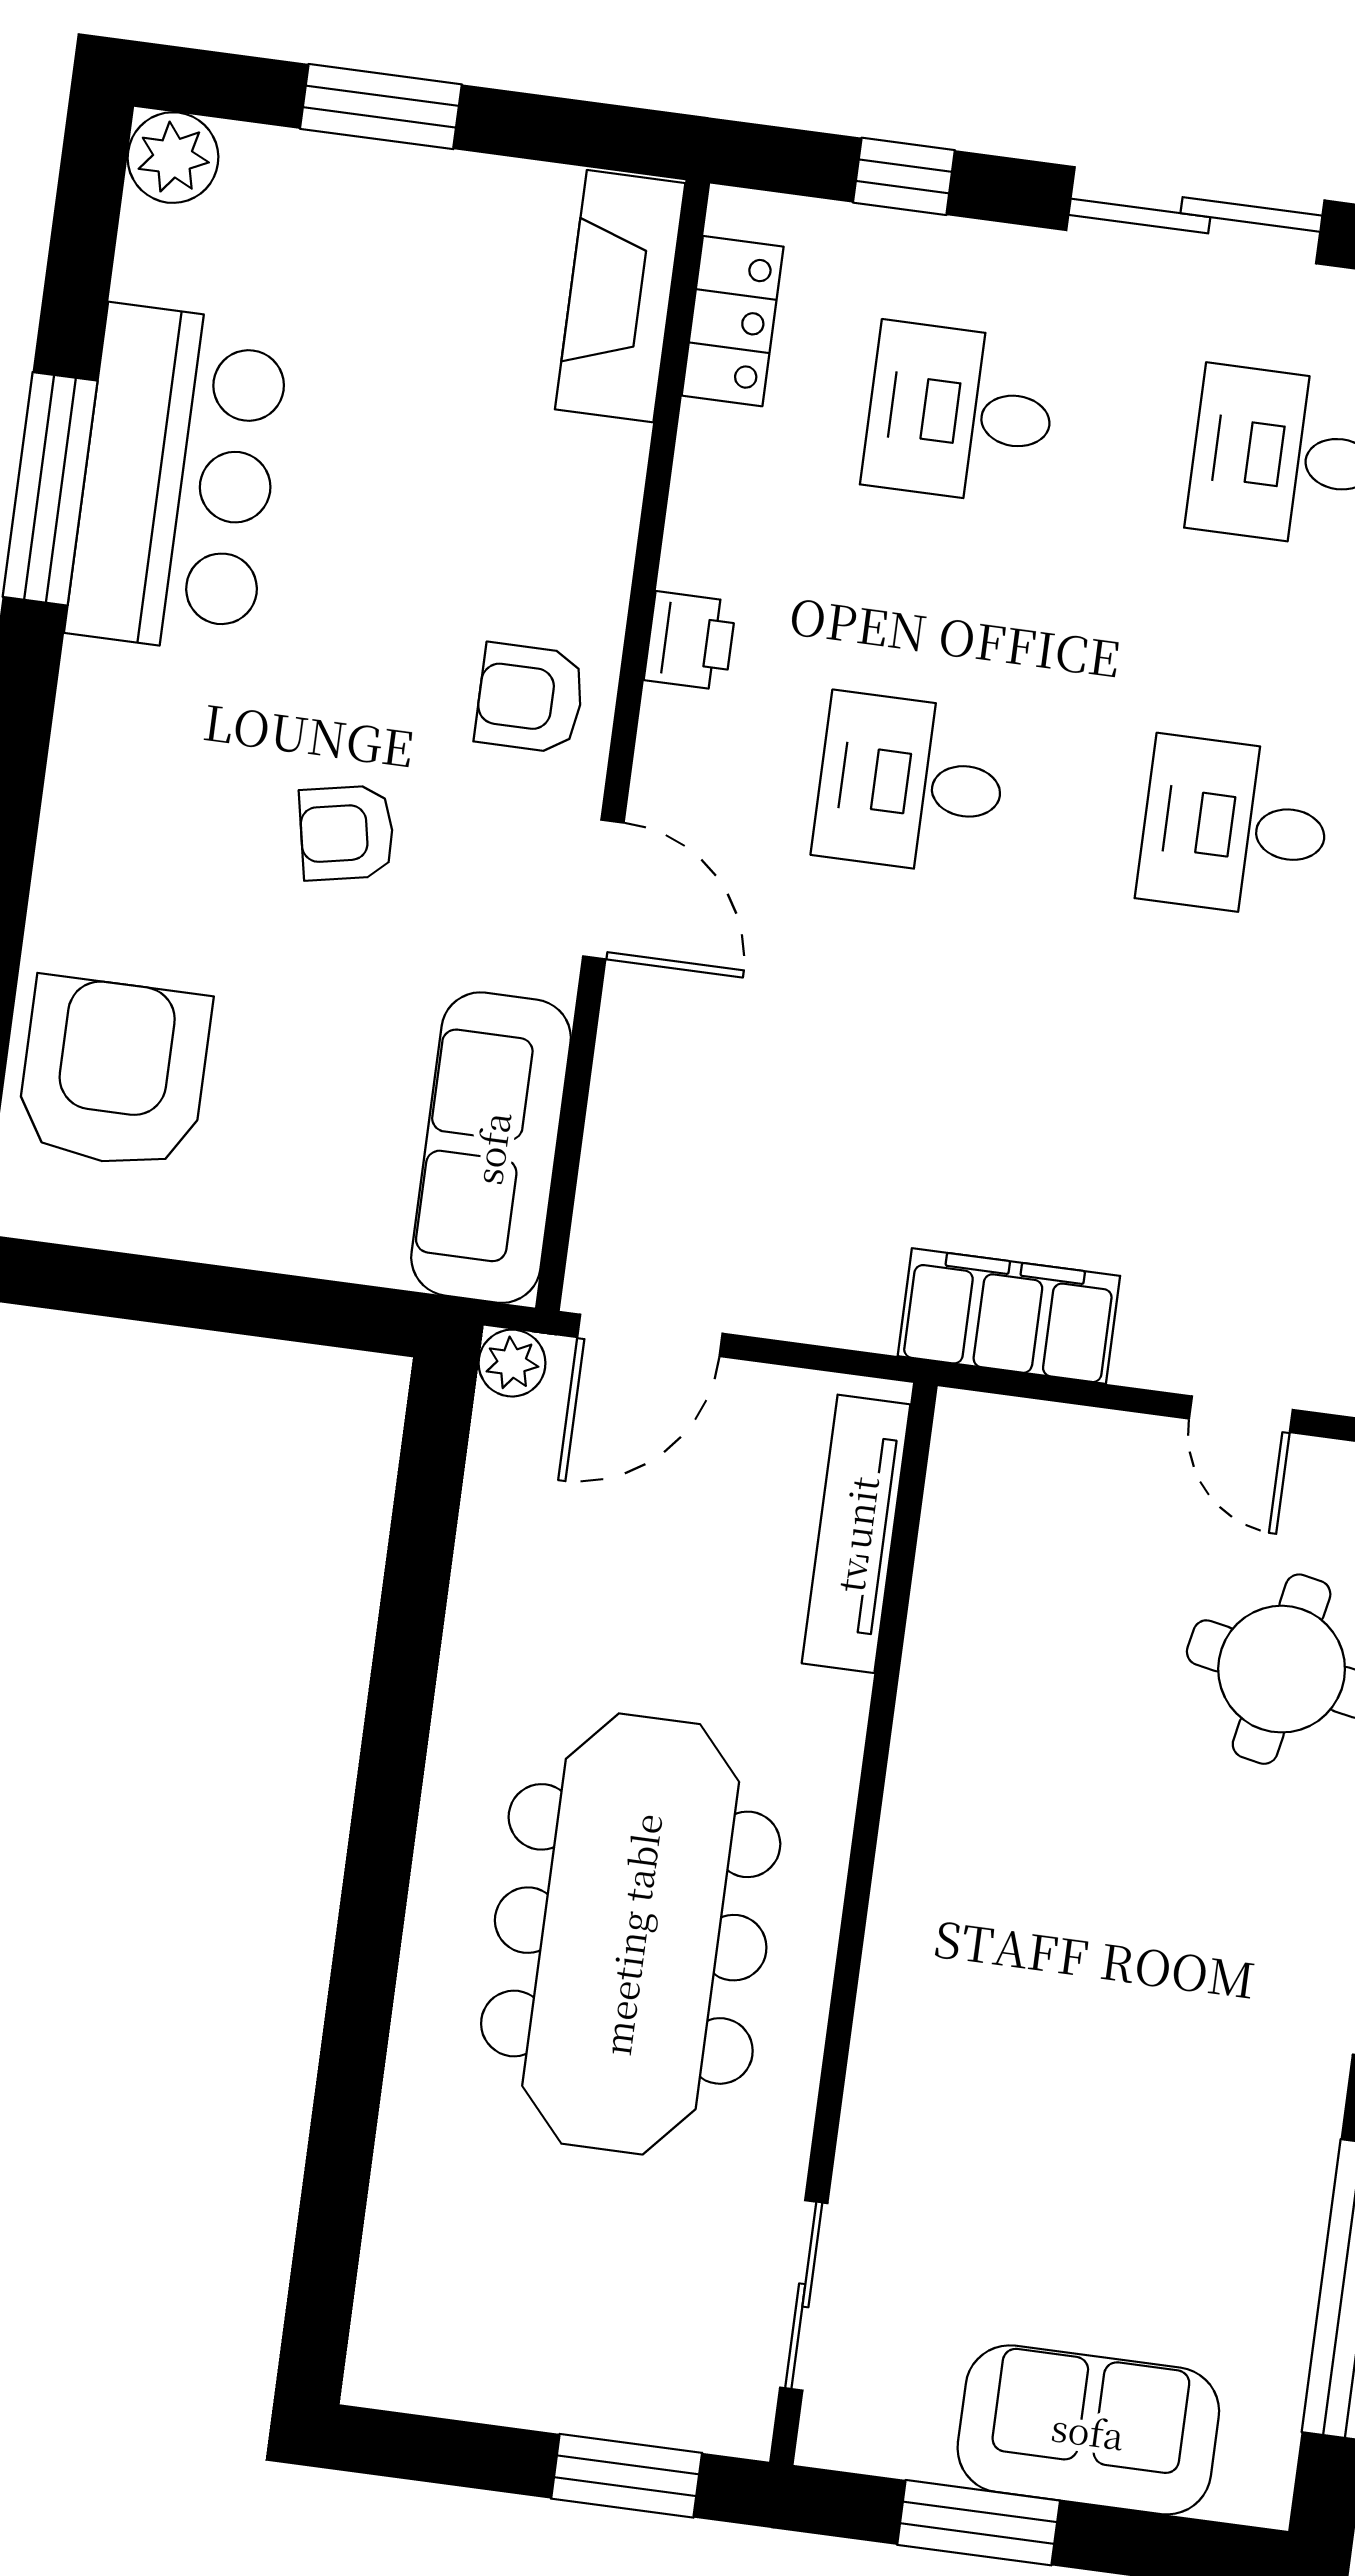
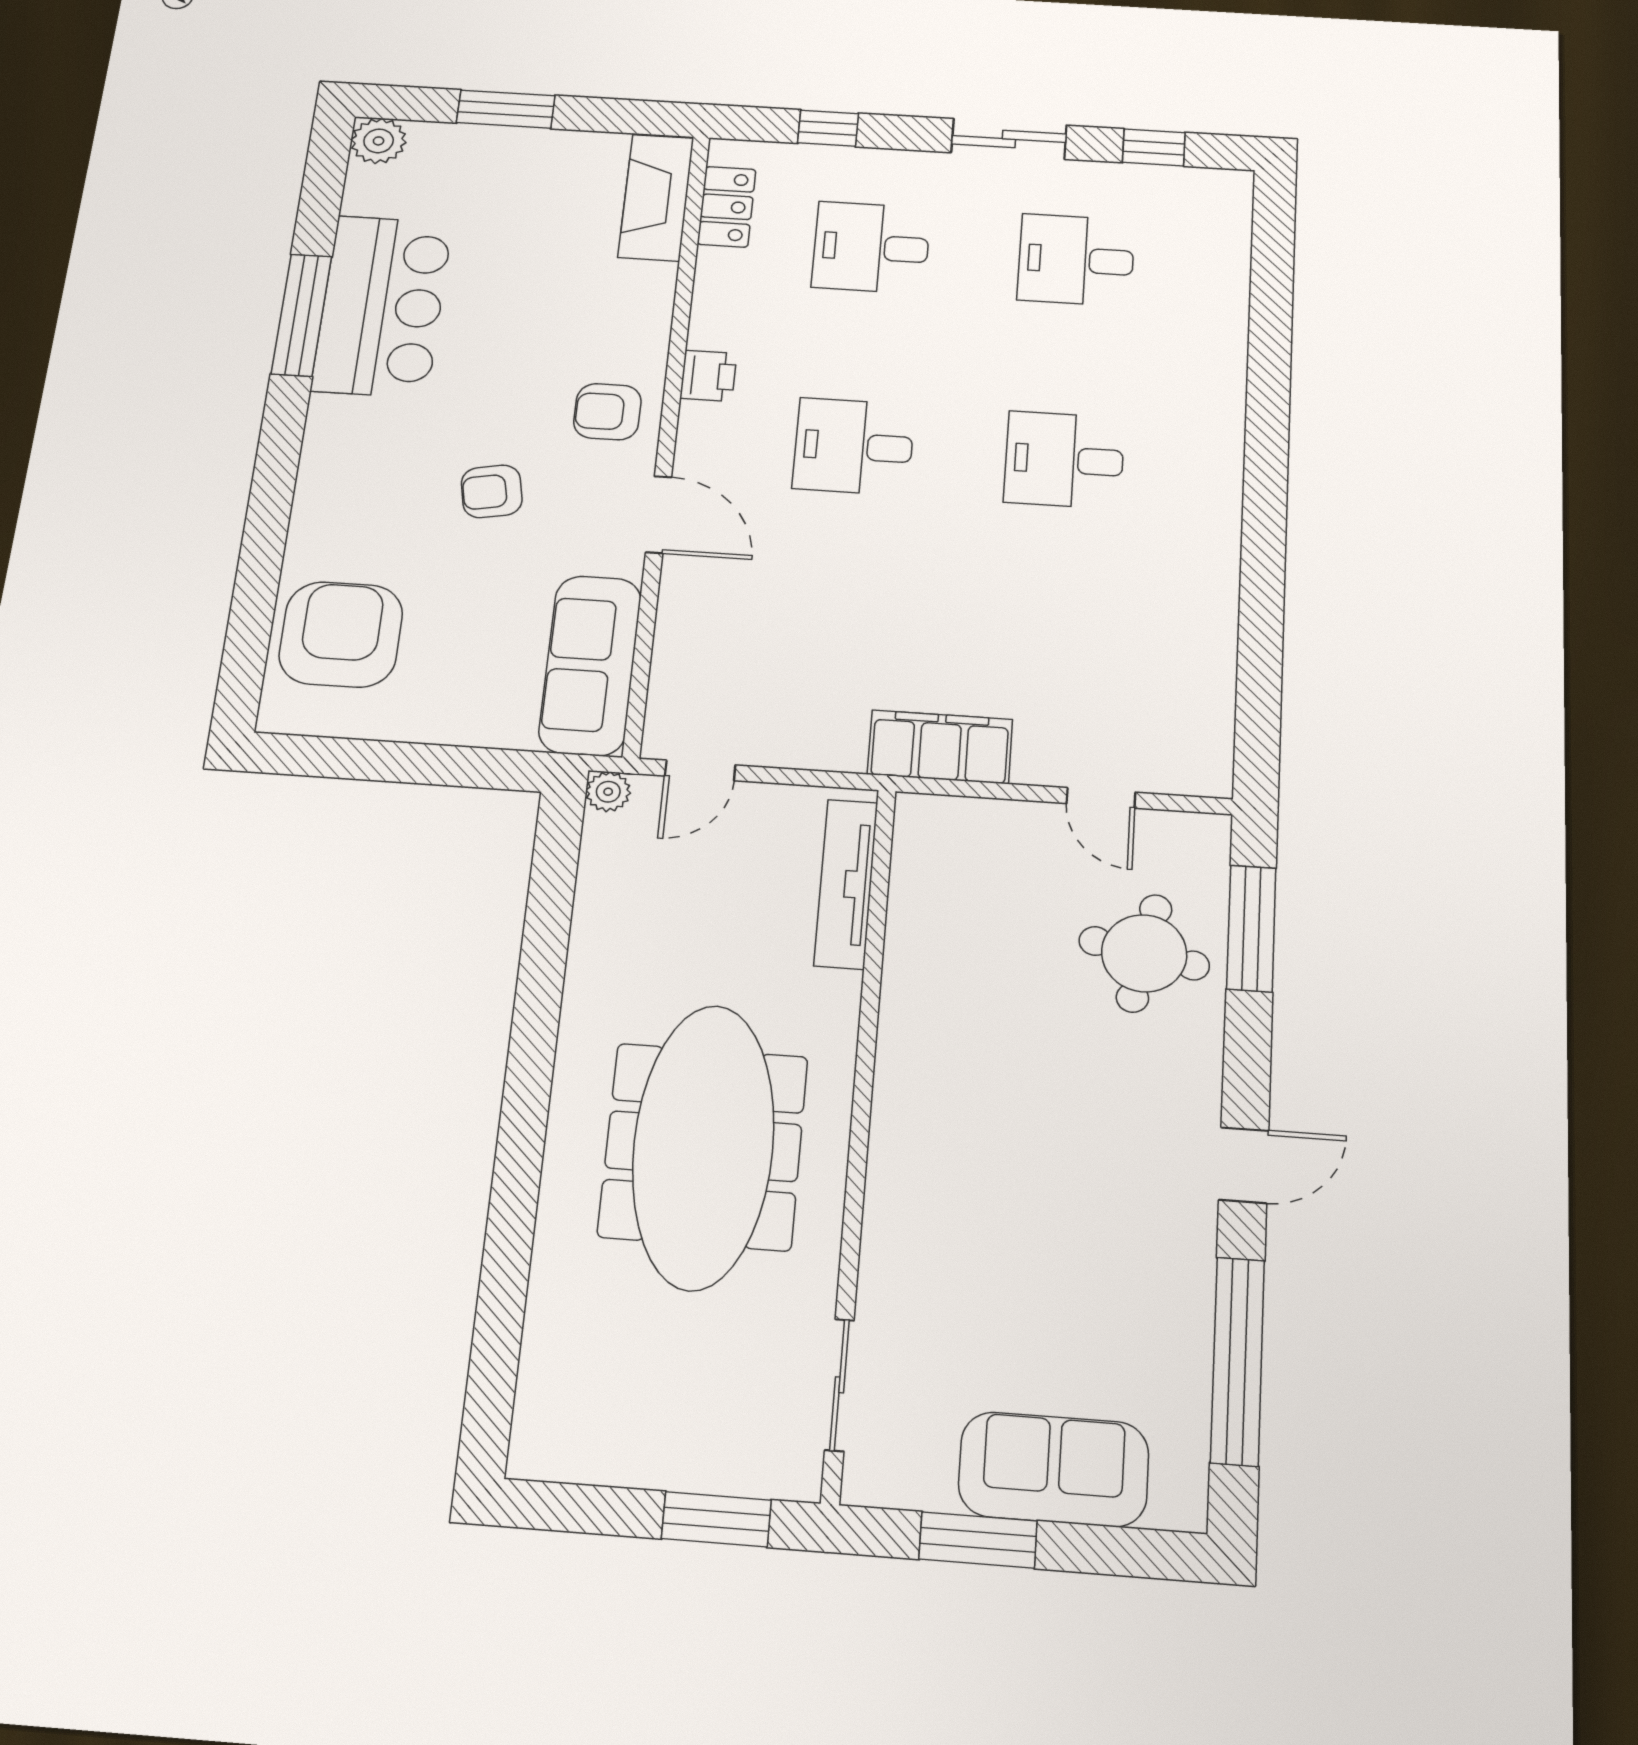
sliding door: (1195, 215) -> (1009, 139), width x0.73
door: (650, 1335) -> (700, 770), width x0.73

